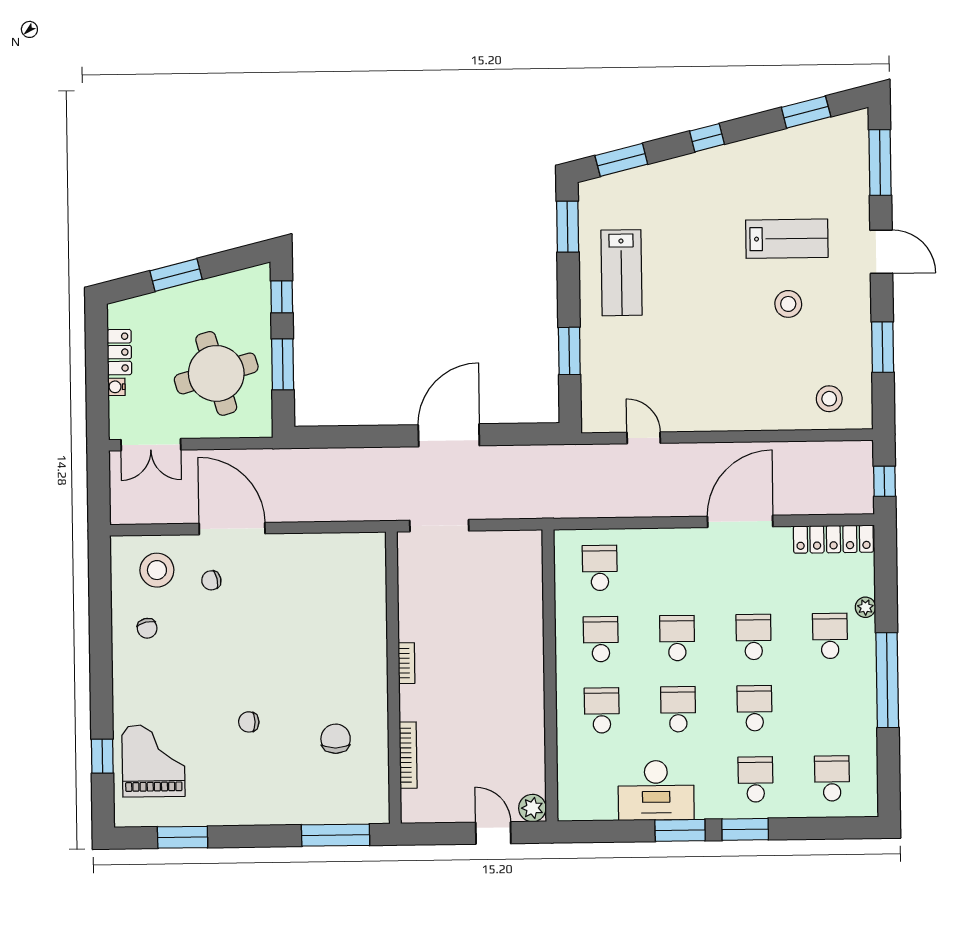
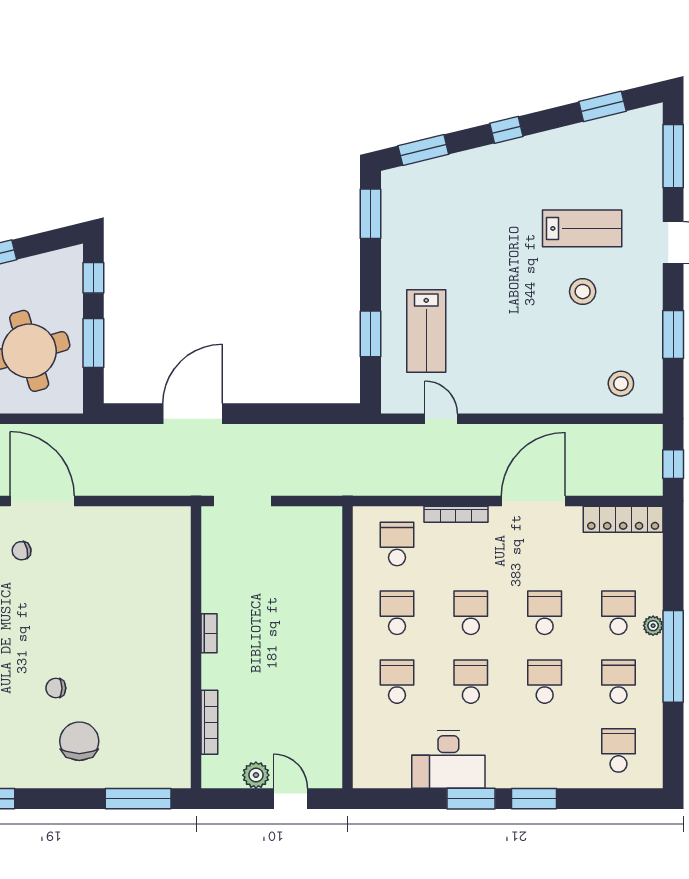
lab bench: (621, 273) -> (426, 331), moved
door: (449, 435) -> (193, 414), moved
bookcase: (660, 536) -> (456, 514), added
plant: (865, 607) -> (653, 626), moved
chair: (336, 739) -> (79, 741), moved, width x1.37, depth x1.37
school desk: (756, 779) -> (618, 682), moved
plant: (532, 808) -> (256, 775), moved

